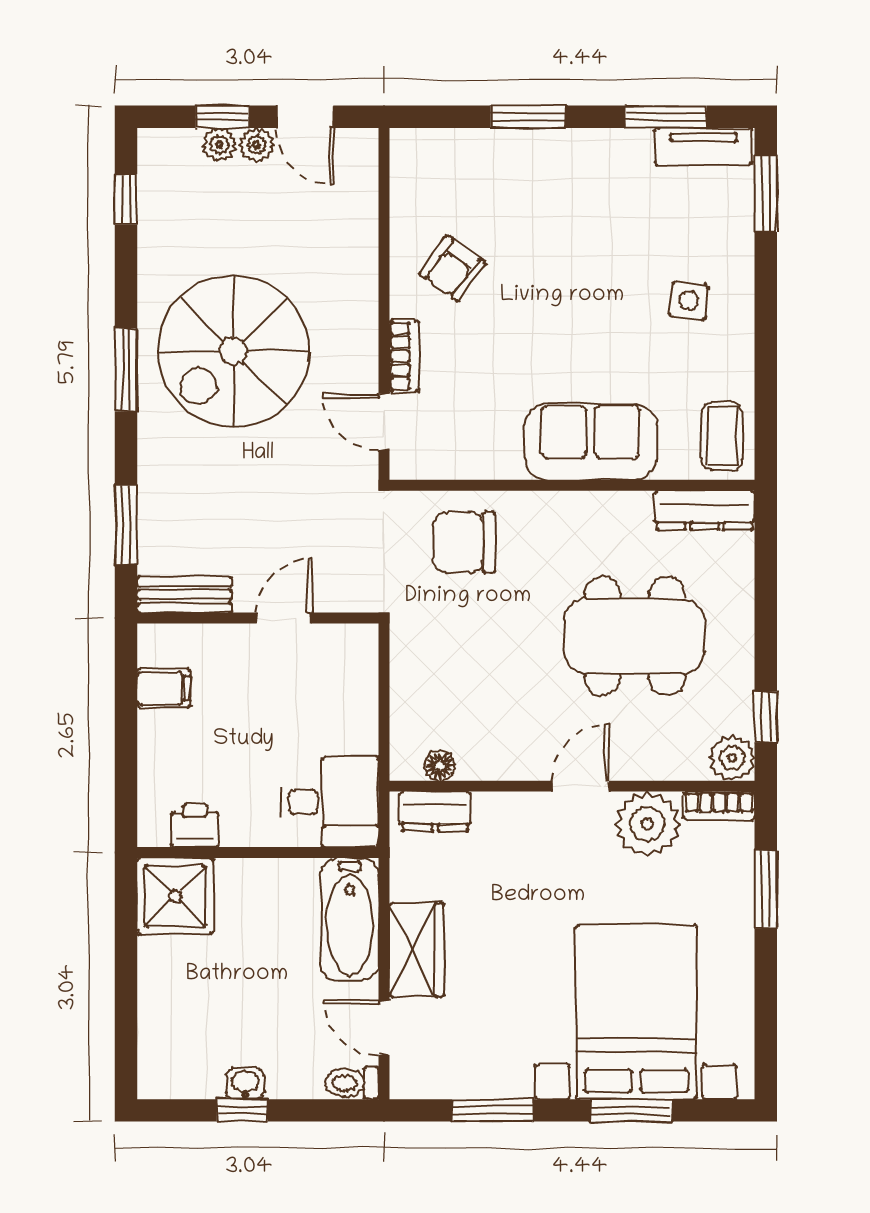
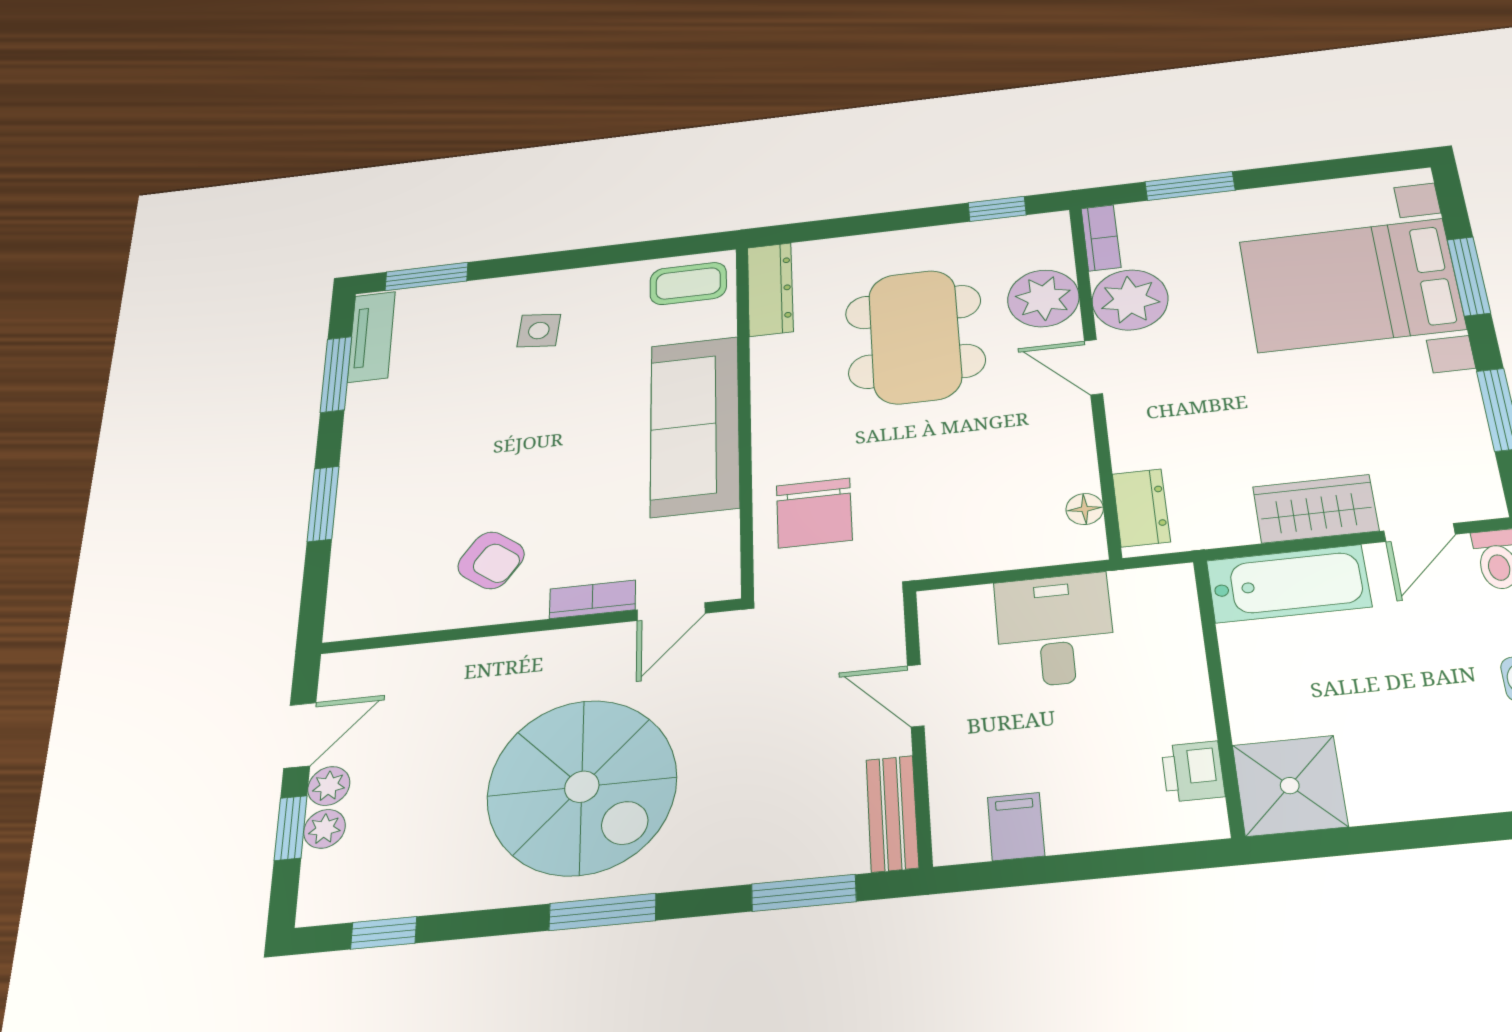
sofa: (590, 442) -> (695, 425), width x1.36
plant: (732, 758) -> (1043, 298), moved, width x1.36, depth x1.36
desk: (330, 802) -> (1055, 630), moved

